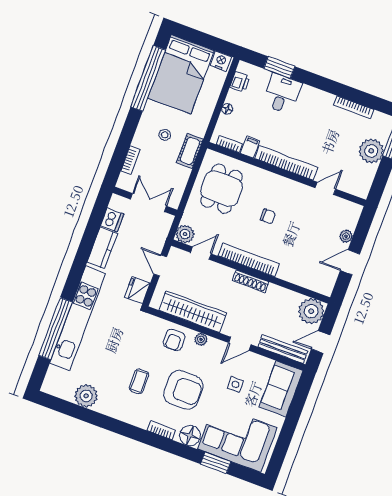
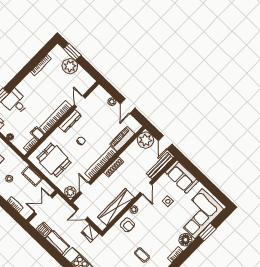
cot: (190, 151) -> (32, 176), moved
dresser: (290, 187) -> (70, 121), added
piano: (298, 276) -> (122, 139), added
armchair: (183, 390) -> (158, 232), removed

